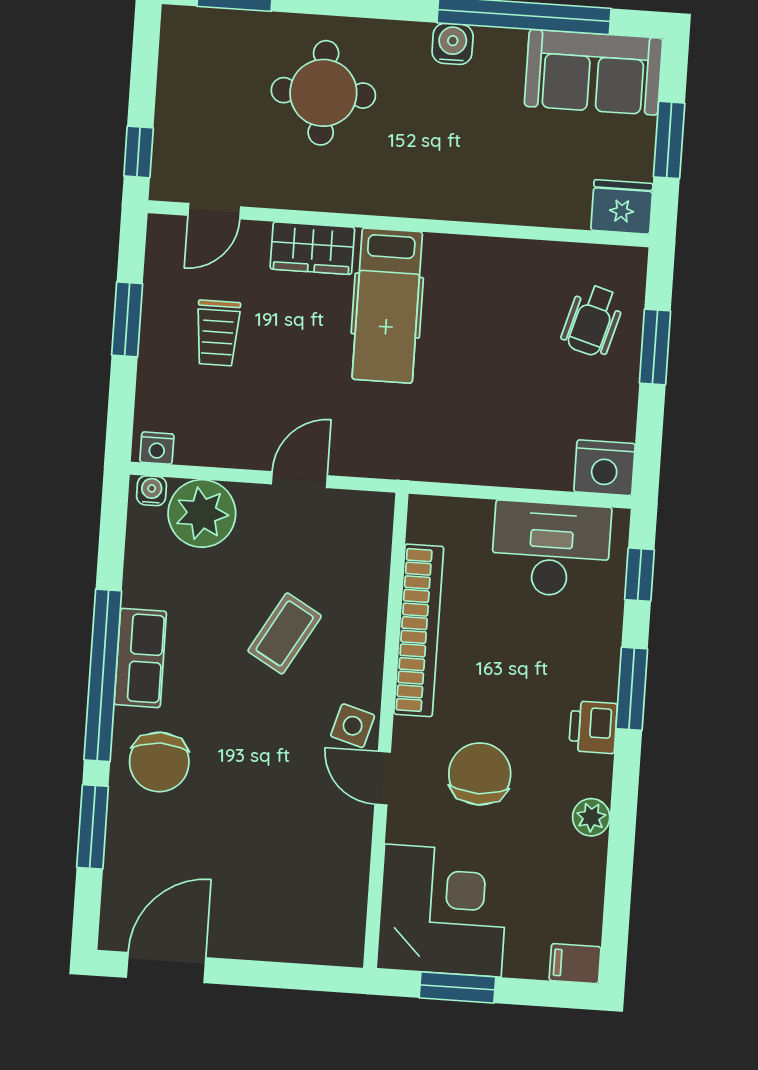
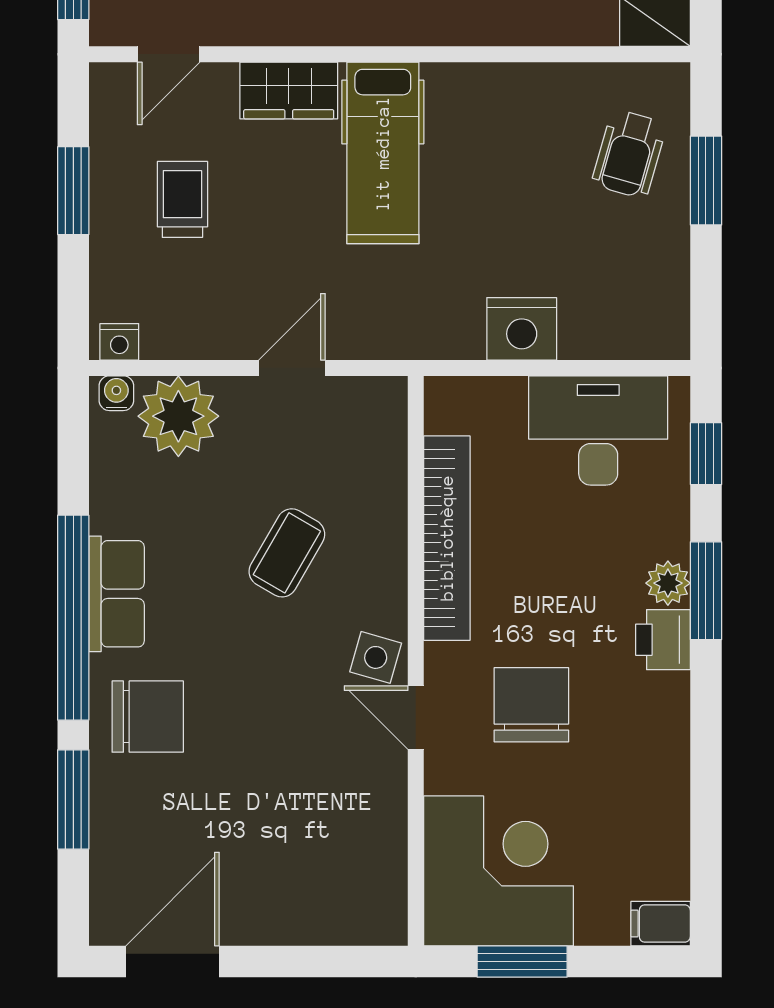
trolley: (218, 333) -> (182, 199), turned 180
nightstand: (604, 468) -> (522, 329), moved
chair: (159, 762) -> (148, 717), turned -90
plant: (591, 817) -> (668, 583), moved

